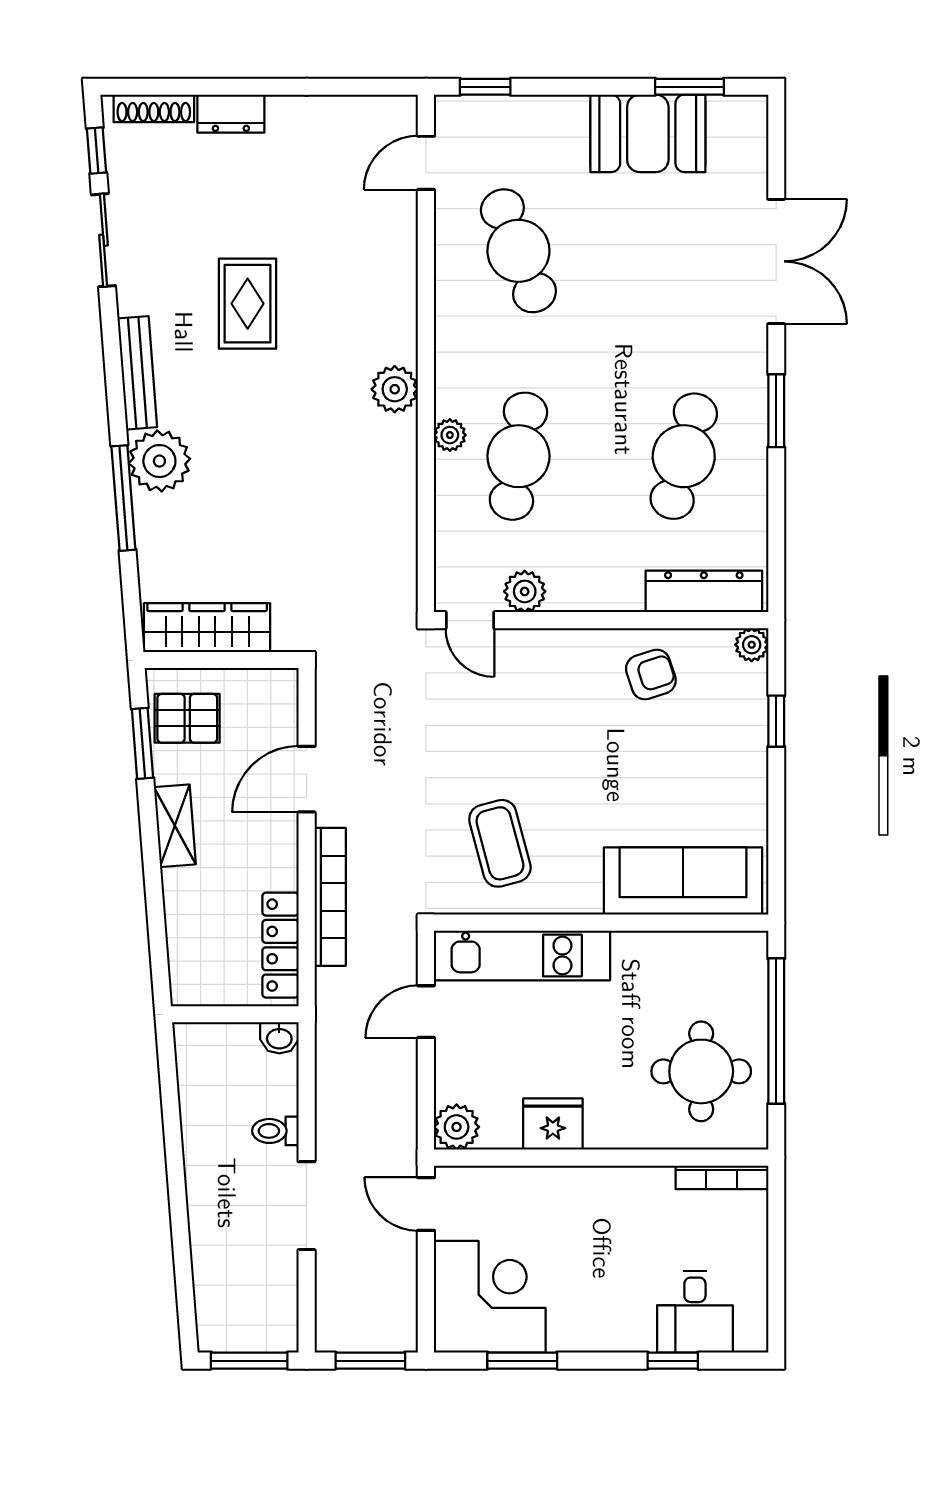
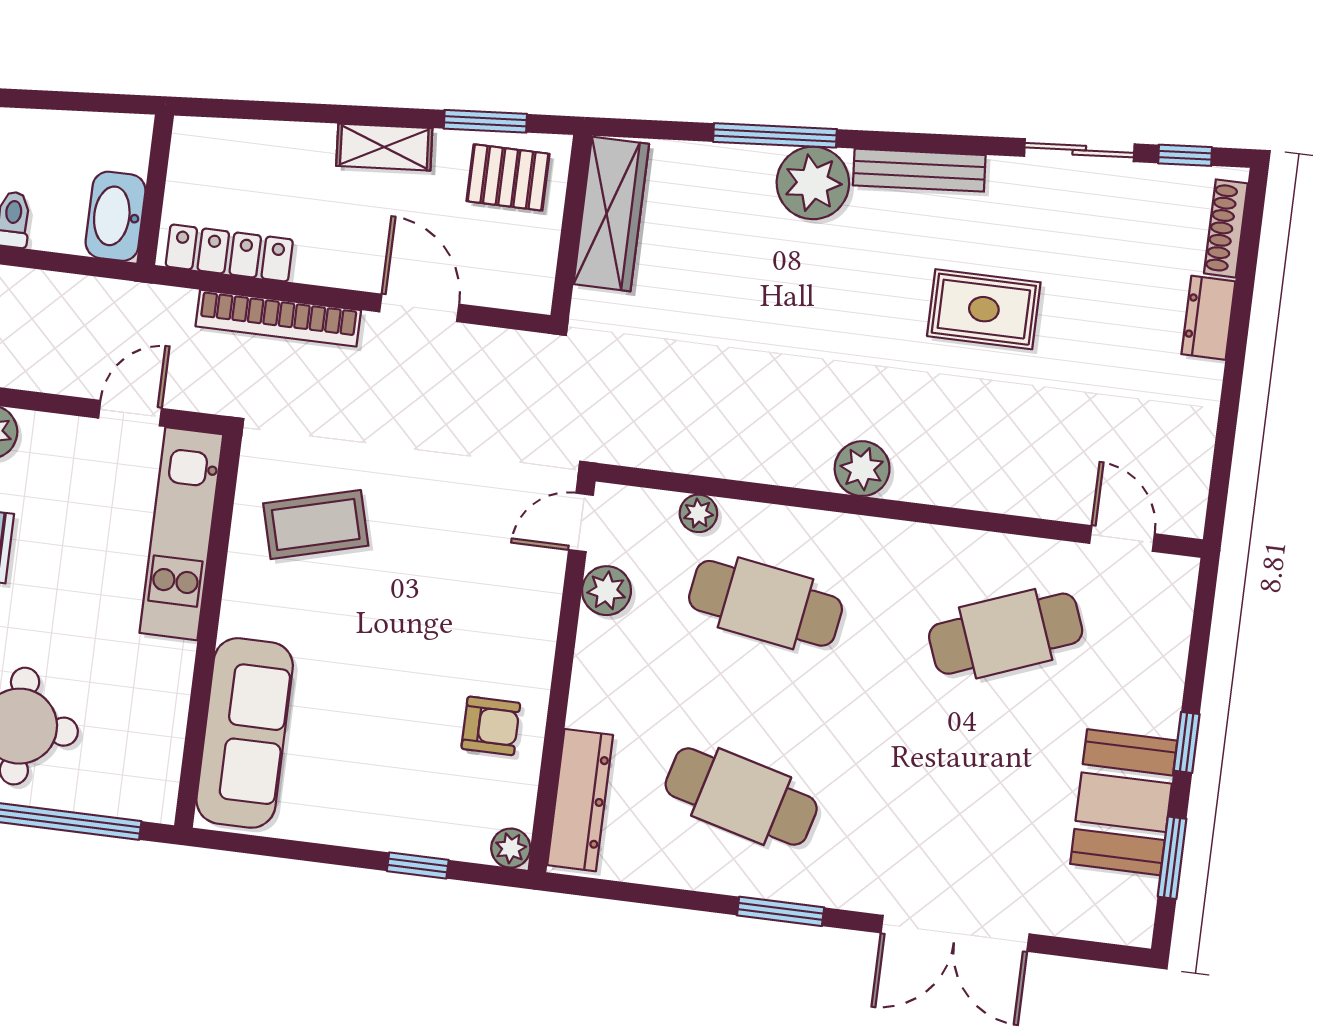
window: (485, 87) -> (1187, 742), moved
plant: (450, 435) -> (698, 513), moved
armchair: (651, 675) -> (491, 726), turned -72
pallet: (187, 718) -> (508, 177), turned 90
door: (426, 1012) -> (130, 413), hinge flipped
washbasin: (279, 1038) -> (116, 216), width x1.91, depth x1.45

